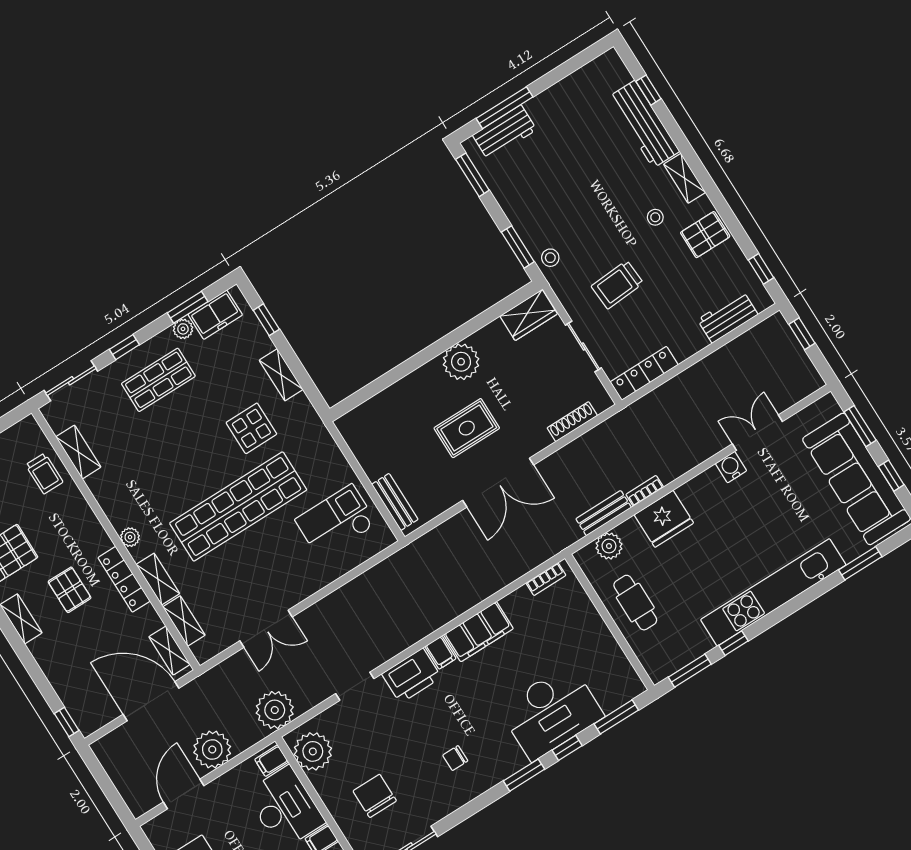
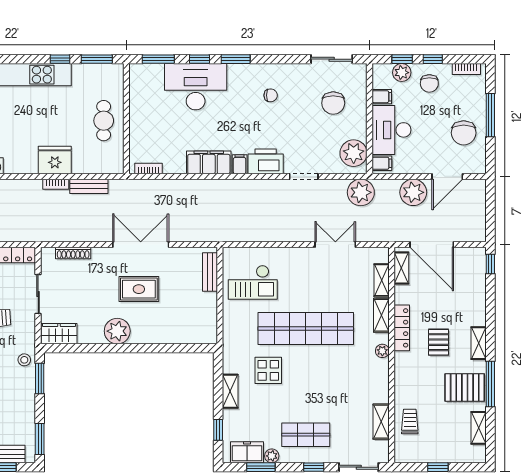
plant: (609, 546) -> (98, 165), removed

